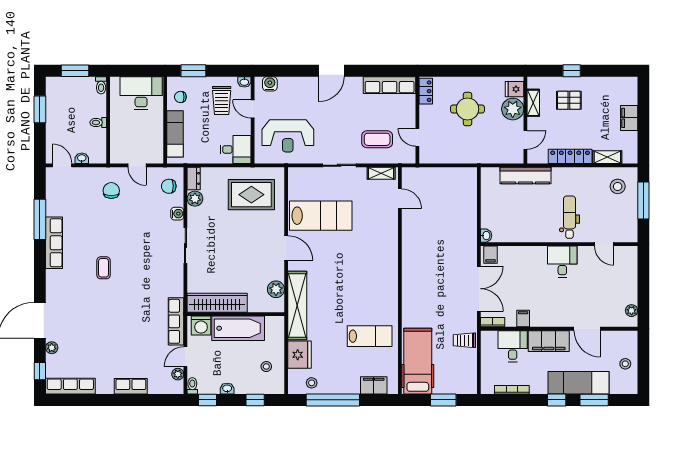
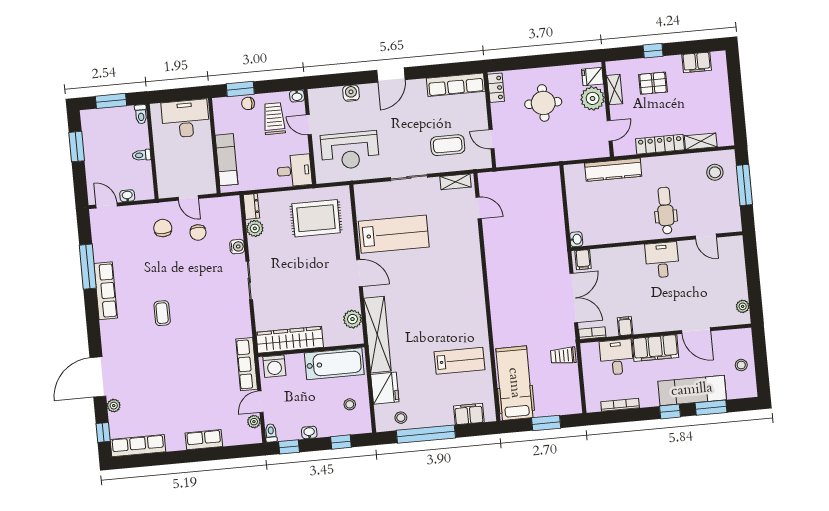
water cooler: (270, 84) -> (351, 93), moved
chair: (180, 97) -> (248, 103), moved
trolley: (222, 100) -> (274, 119), turned 180
filing cabinet: (629, 118) -> (697, 62), moved, turned -90
chair: (169, 186) -> (198, 232), moved, turned -90
bathtub: (238, 328) -> (334, 364), moved

